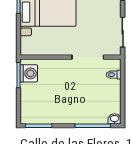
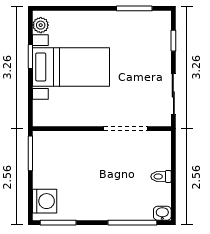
washing machine: (29, 73) -> (45, 201), moved
toilet: (114, 75) -> (161, 176), moved

